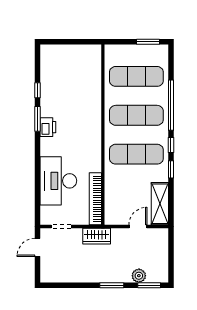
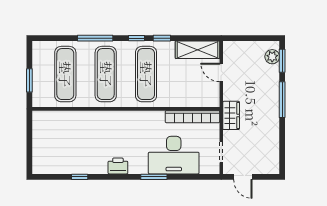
window: (148, 42) -> (29, 80), moved
window: (171, 105) -> (95, 38), width x0.68
window: (37, 119) -> (154, 177), moved
plant: (139, 276) -> (272, 57), moved
window: (112, 285) -> (282, 100), width x1.44

